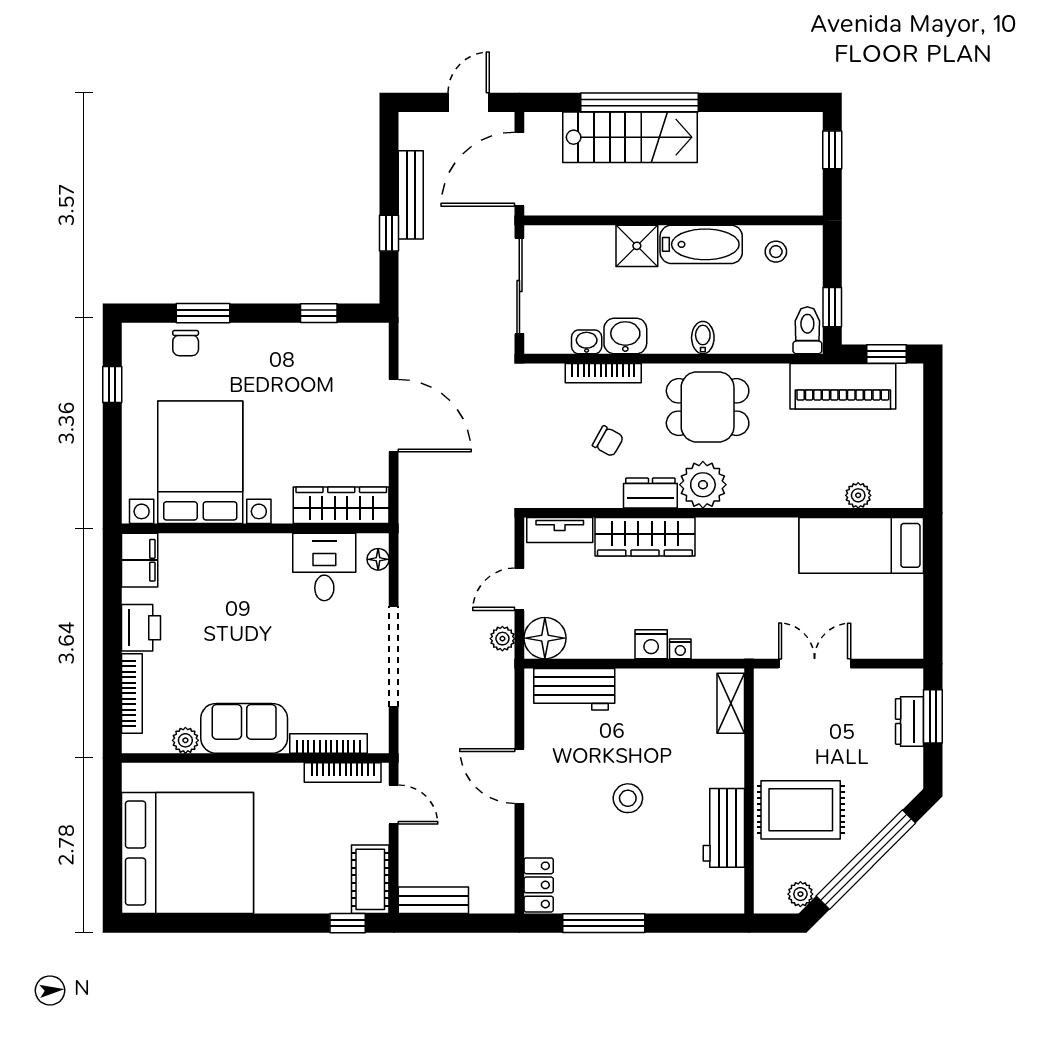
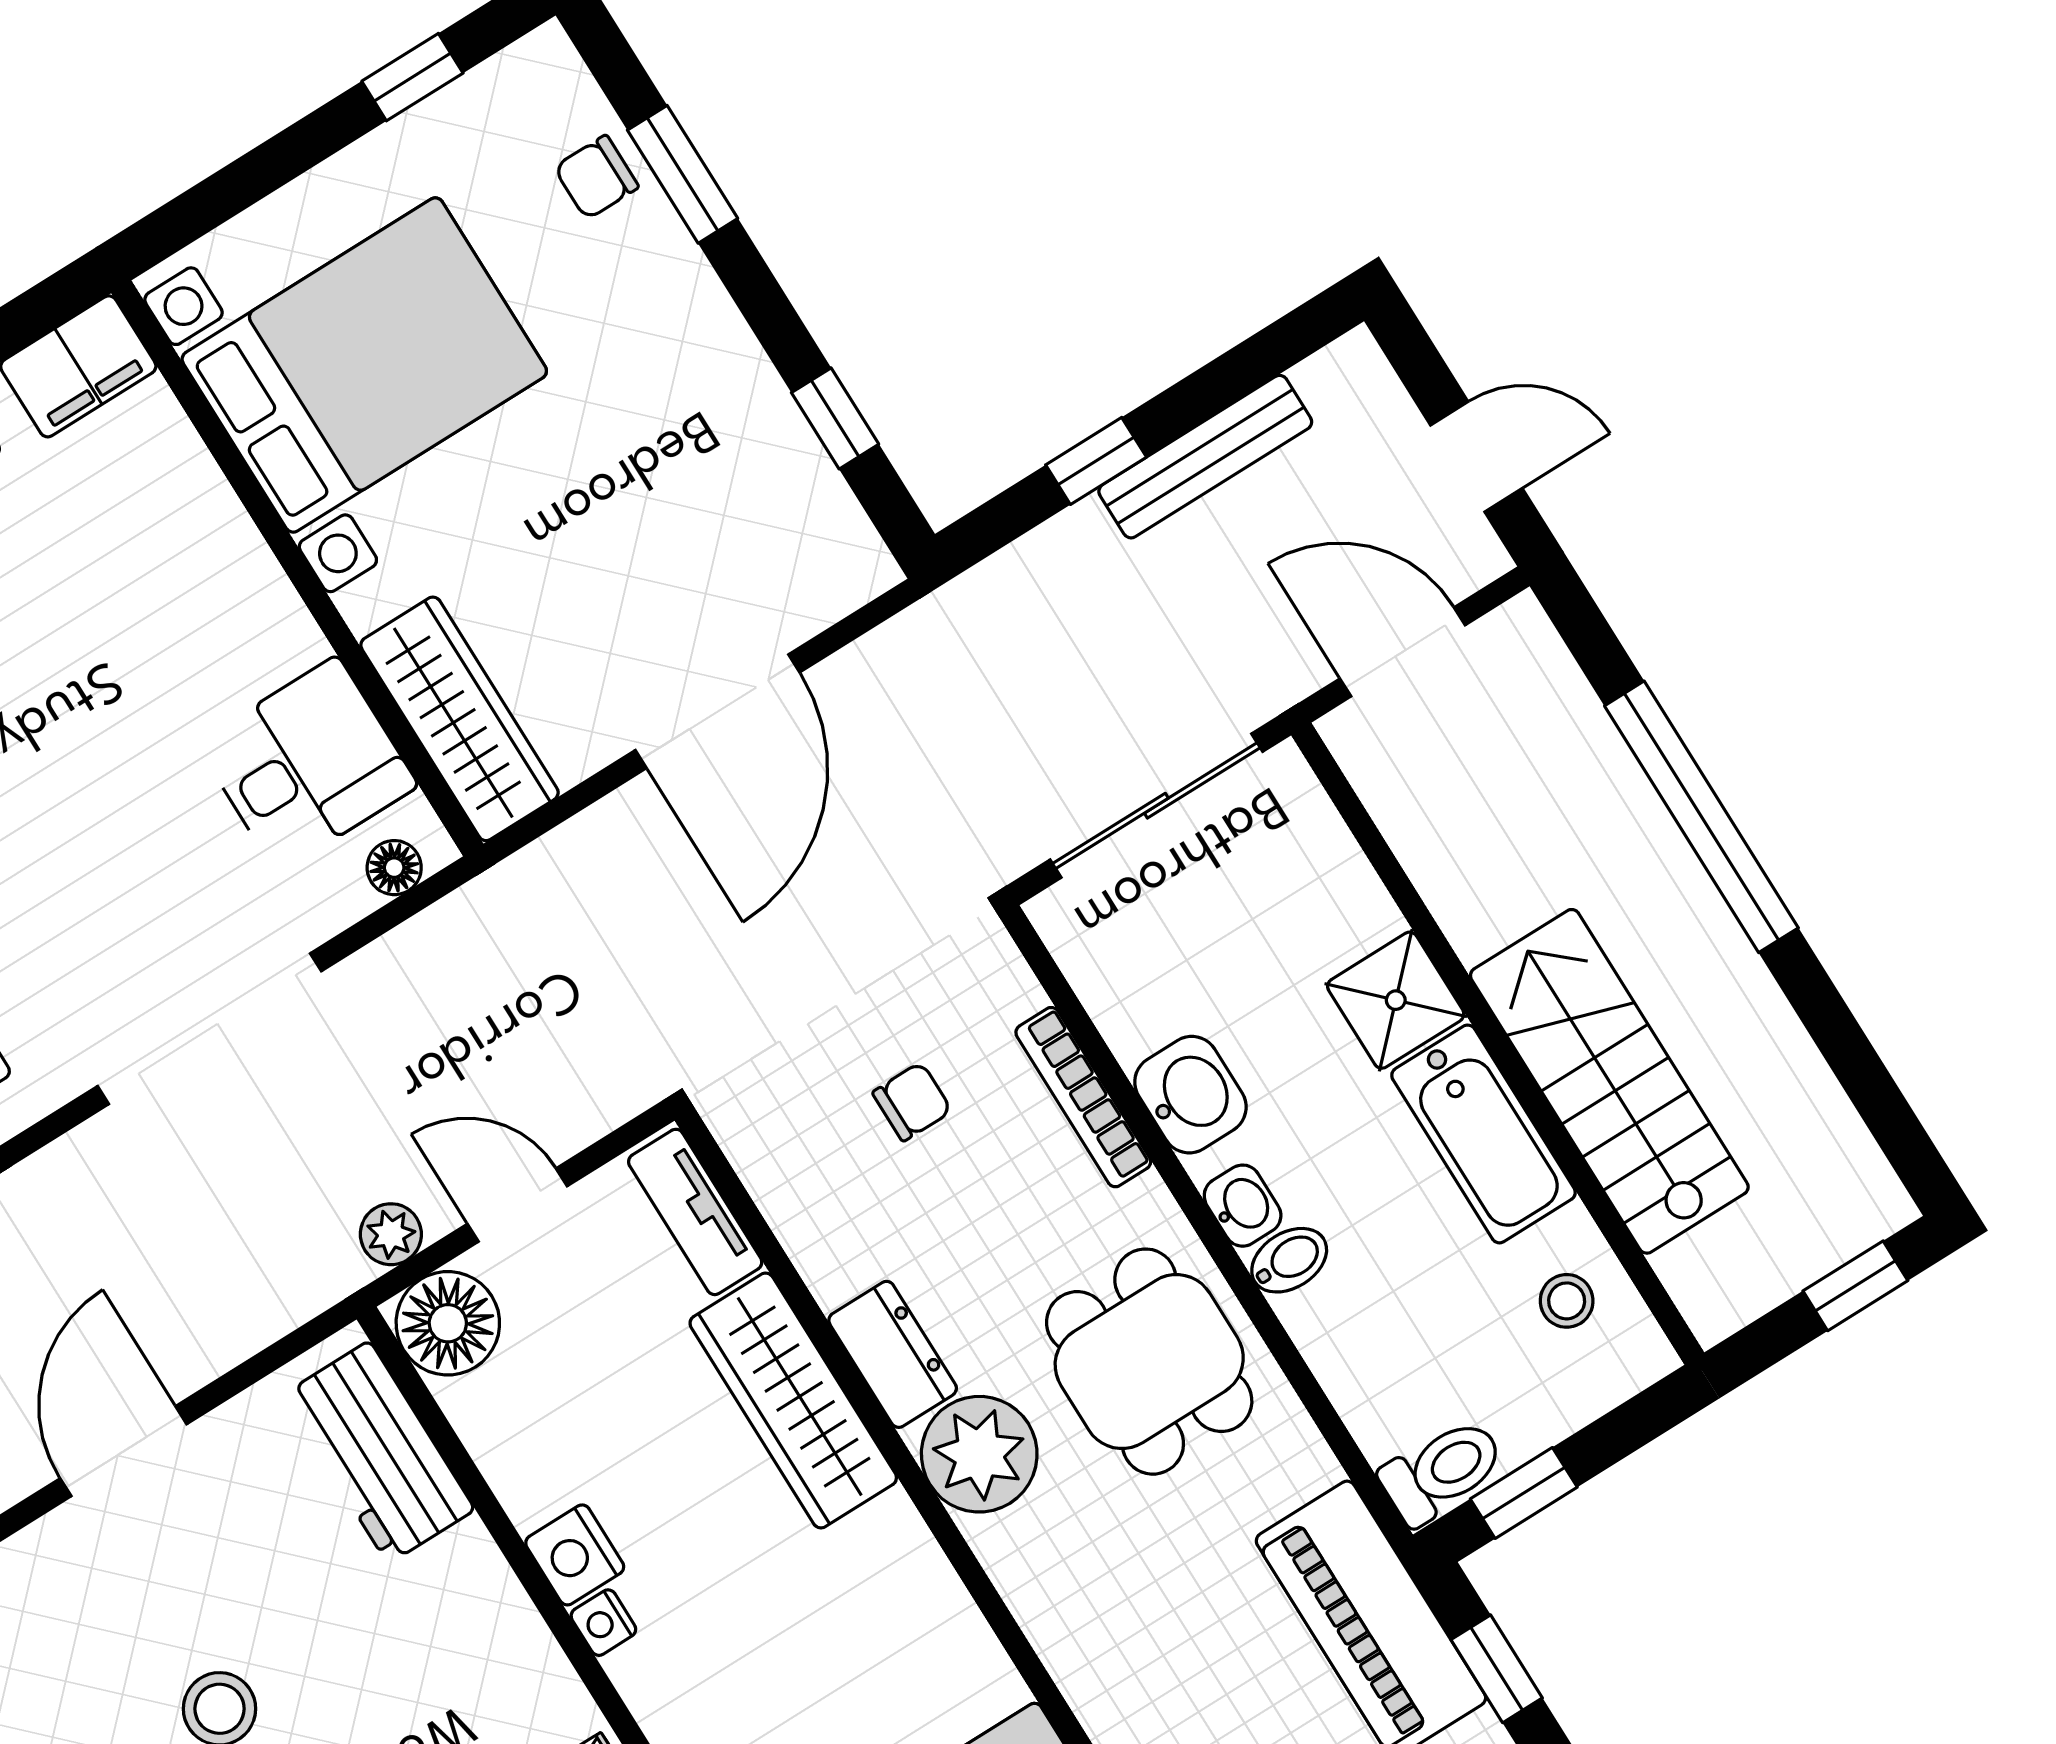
stairs: (630, 137) -> (1609, 1081), moved, turned 180
door: (519, 169) -> (1403, 652), width x0.73
washbasin: (587, 342) -> (1243, 1206), moved
chair: (608, 441) -> (912, 1102), moved, turned -119

